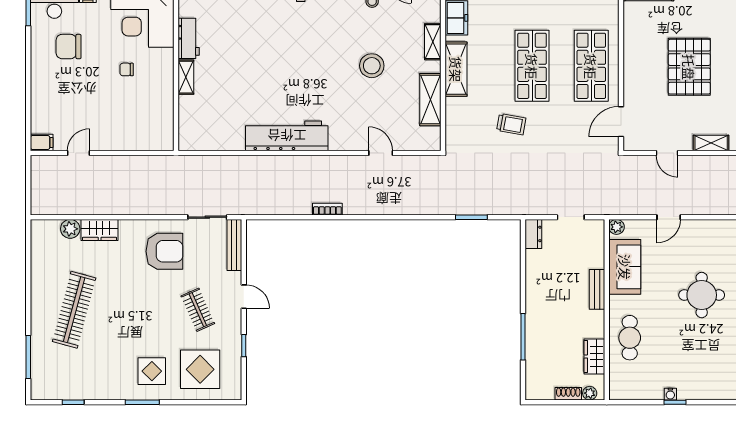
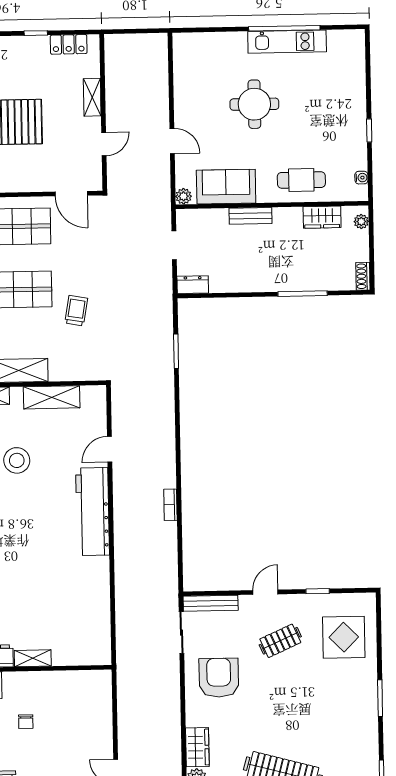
workbench: (287, 136) -> (93, 511), moved
display table: (152, 371) -> (347, 689), removed
shoe rack: (568, 394) -> (363, 276), moved
water cooler: (670, 394) -> (361, 178), moved

